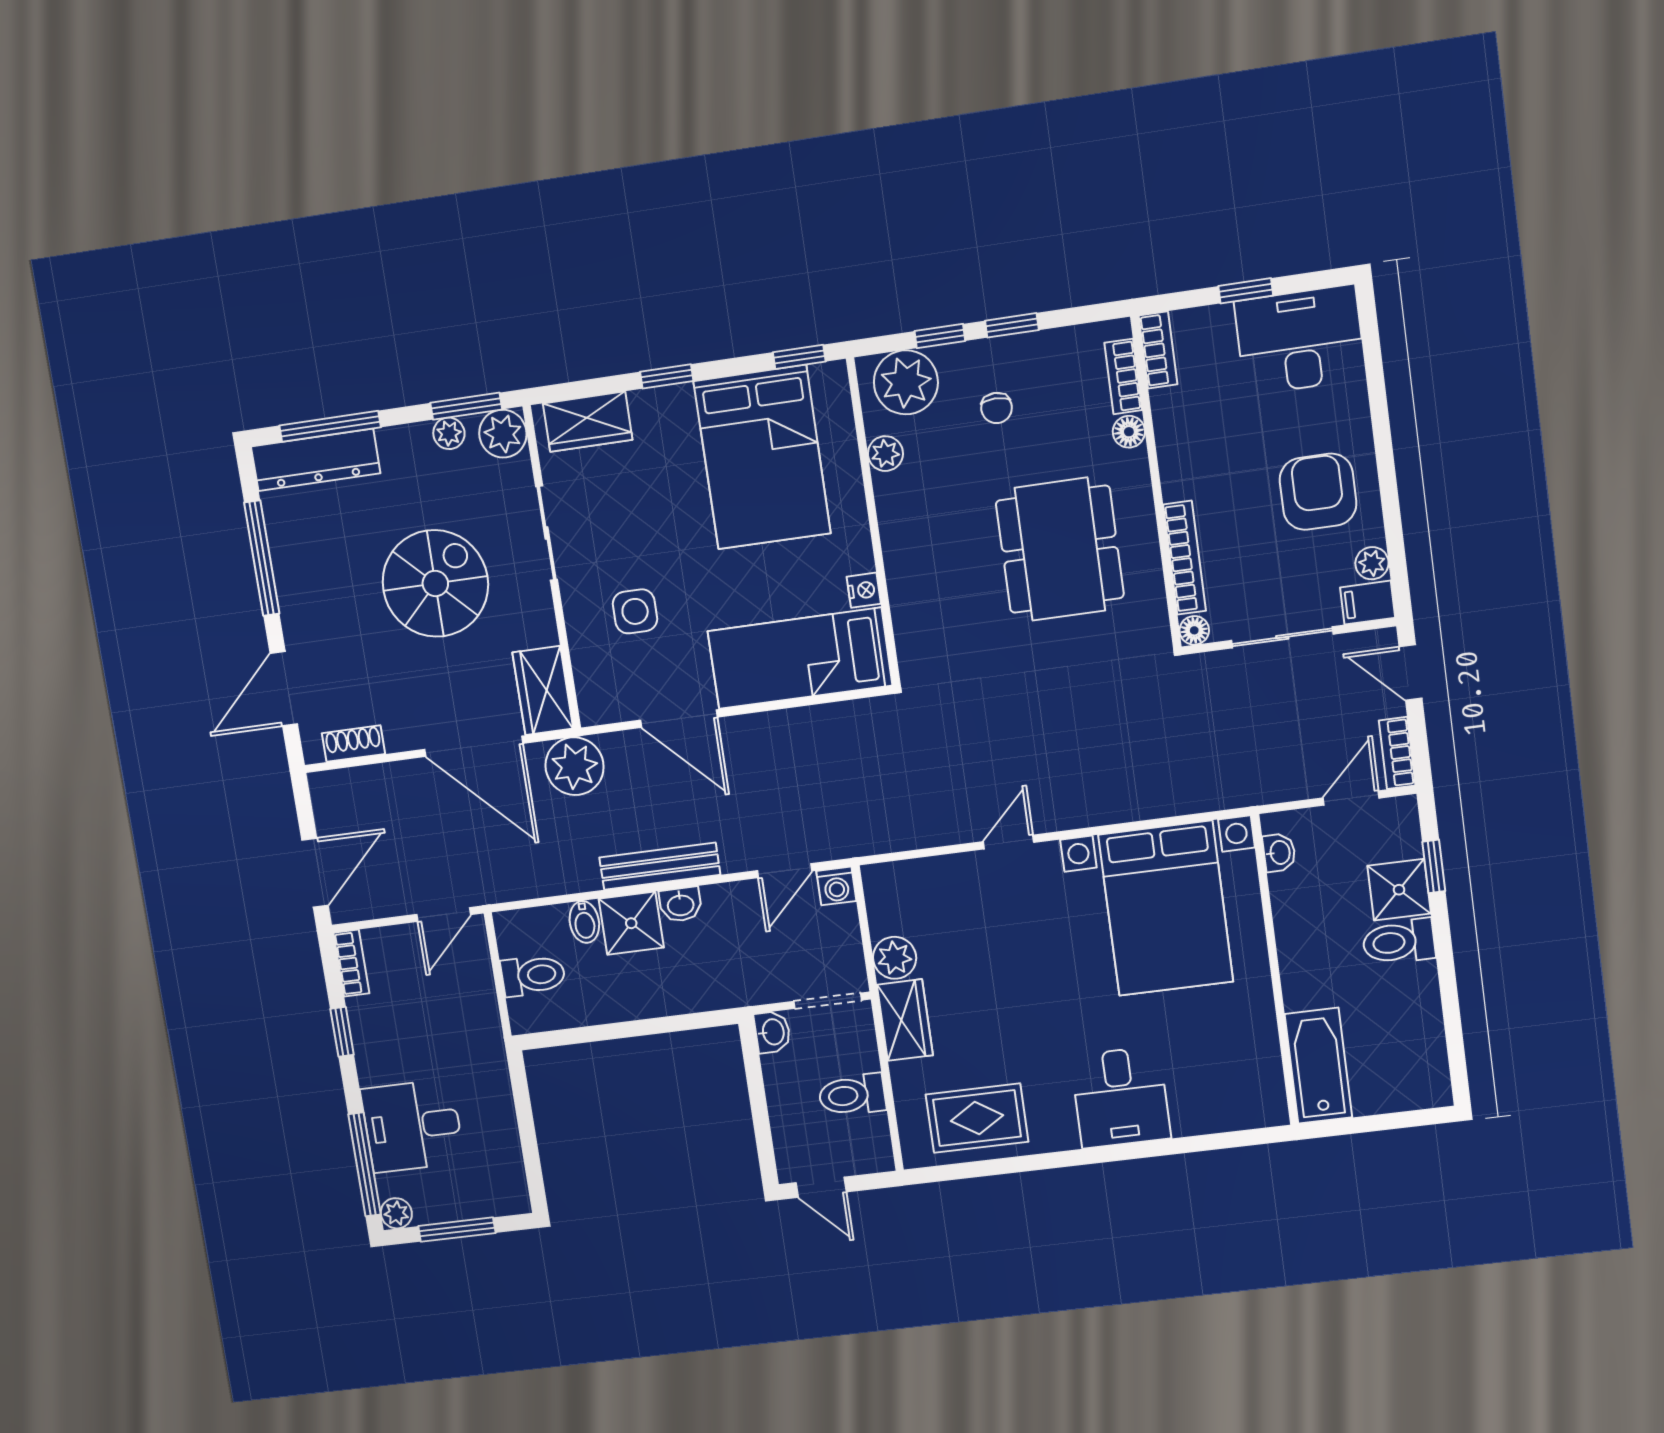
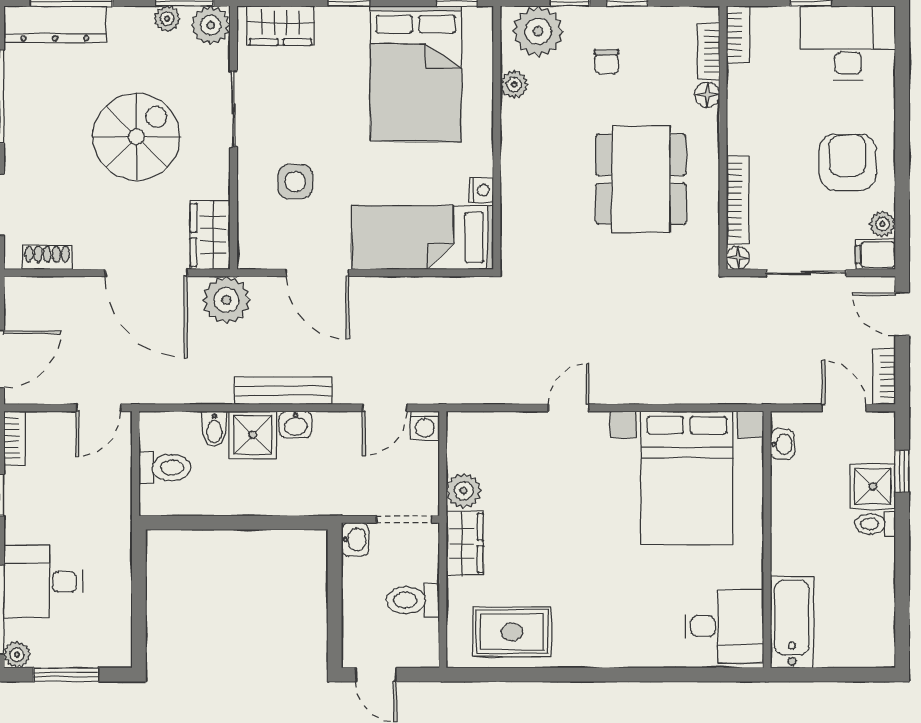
door: (1351, 798) -> (844, 408), hinge flipped
toilet: (1399, 942) -> (875, 524), width x0.73, depth x0.72
desk: (1120, 1097) -> (724, 626), moved, turned -90

